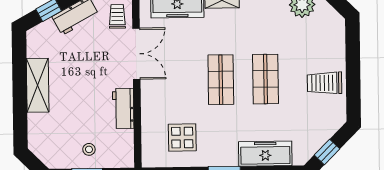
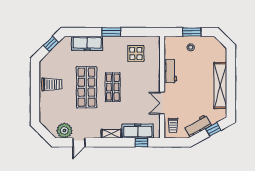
double door: (136, 54) -> (162, 103), width x0.73
shop shelf: (266, 79) -> (86, 87), width x1.43, depth x1.36
shelving: (38, 85) -> (220, 85), width x1.47

